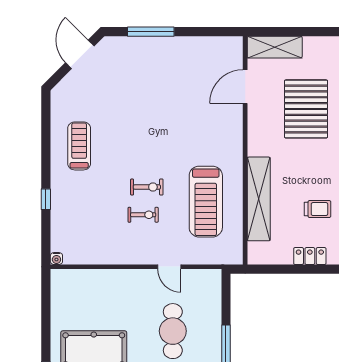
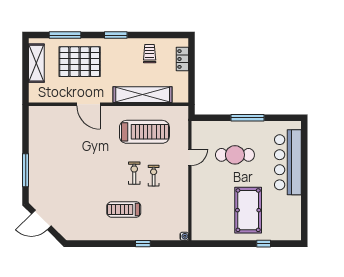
shelving: (275, 47) -> (36, 63), moved
door: (245, 87) -> (89, 104), moved
treadmill: (79, 146) -> (124, 209), moved

